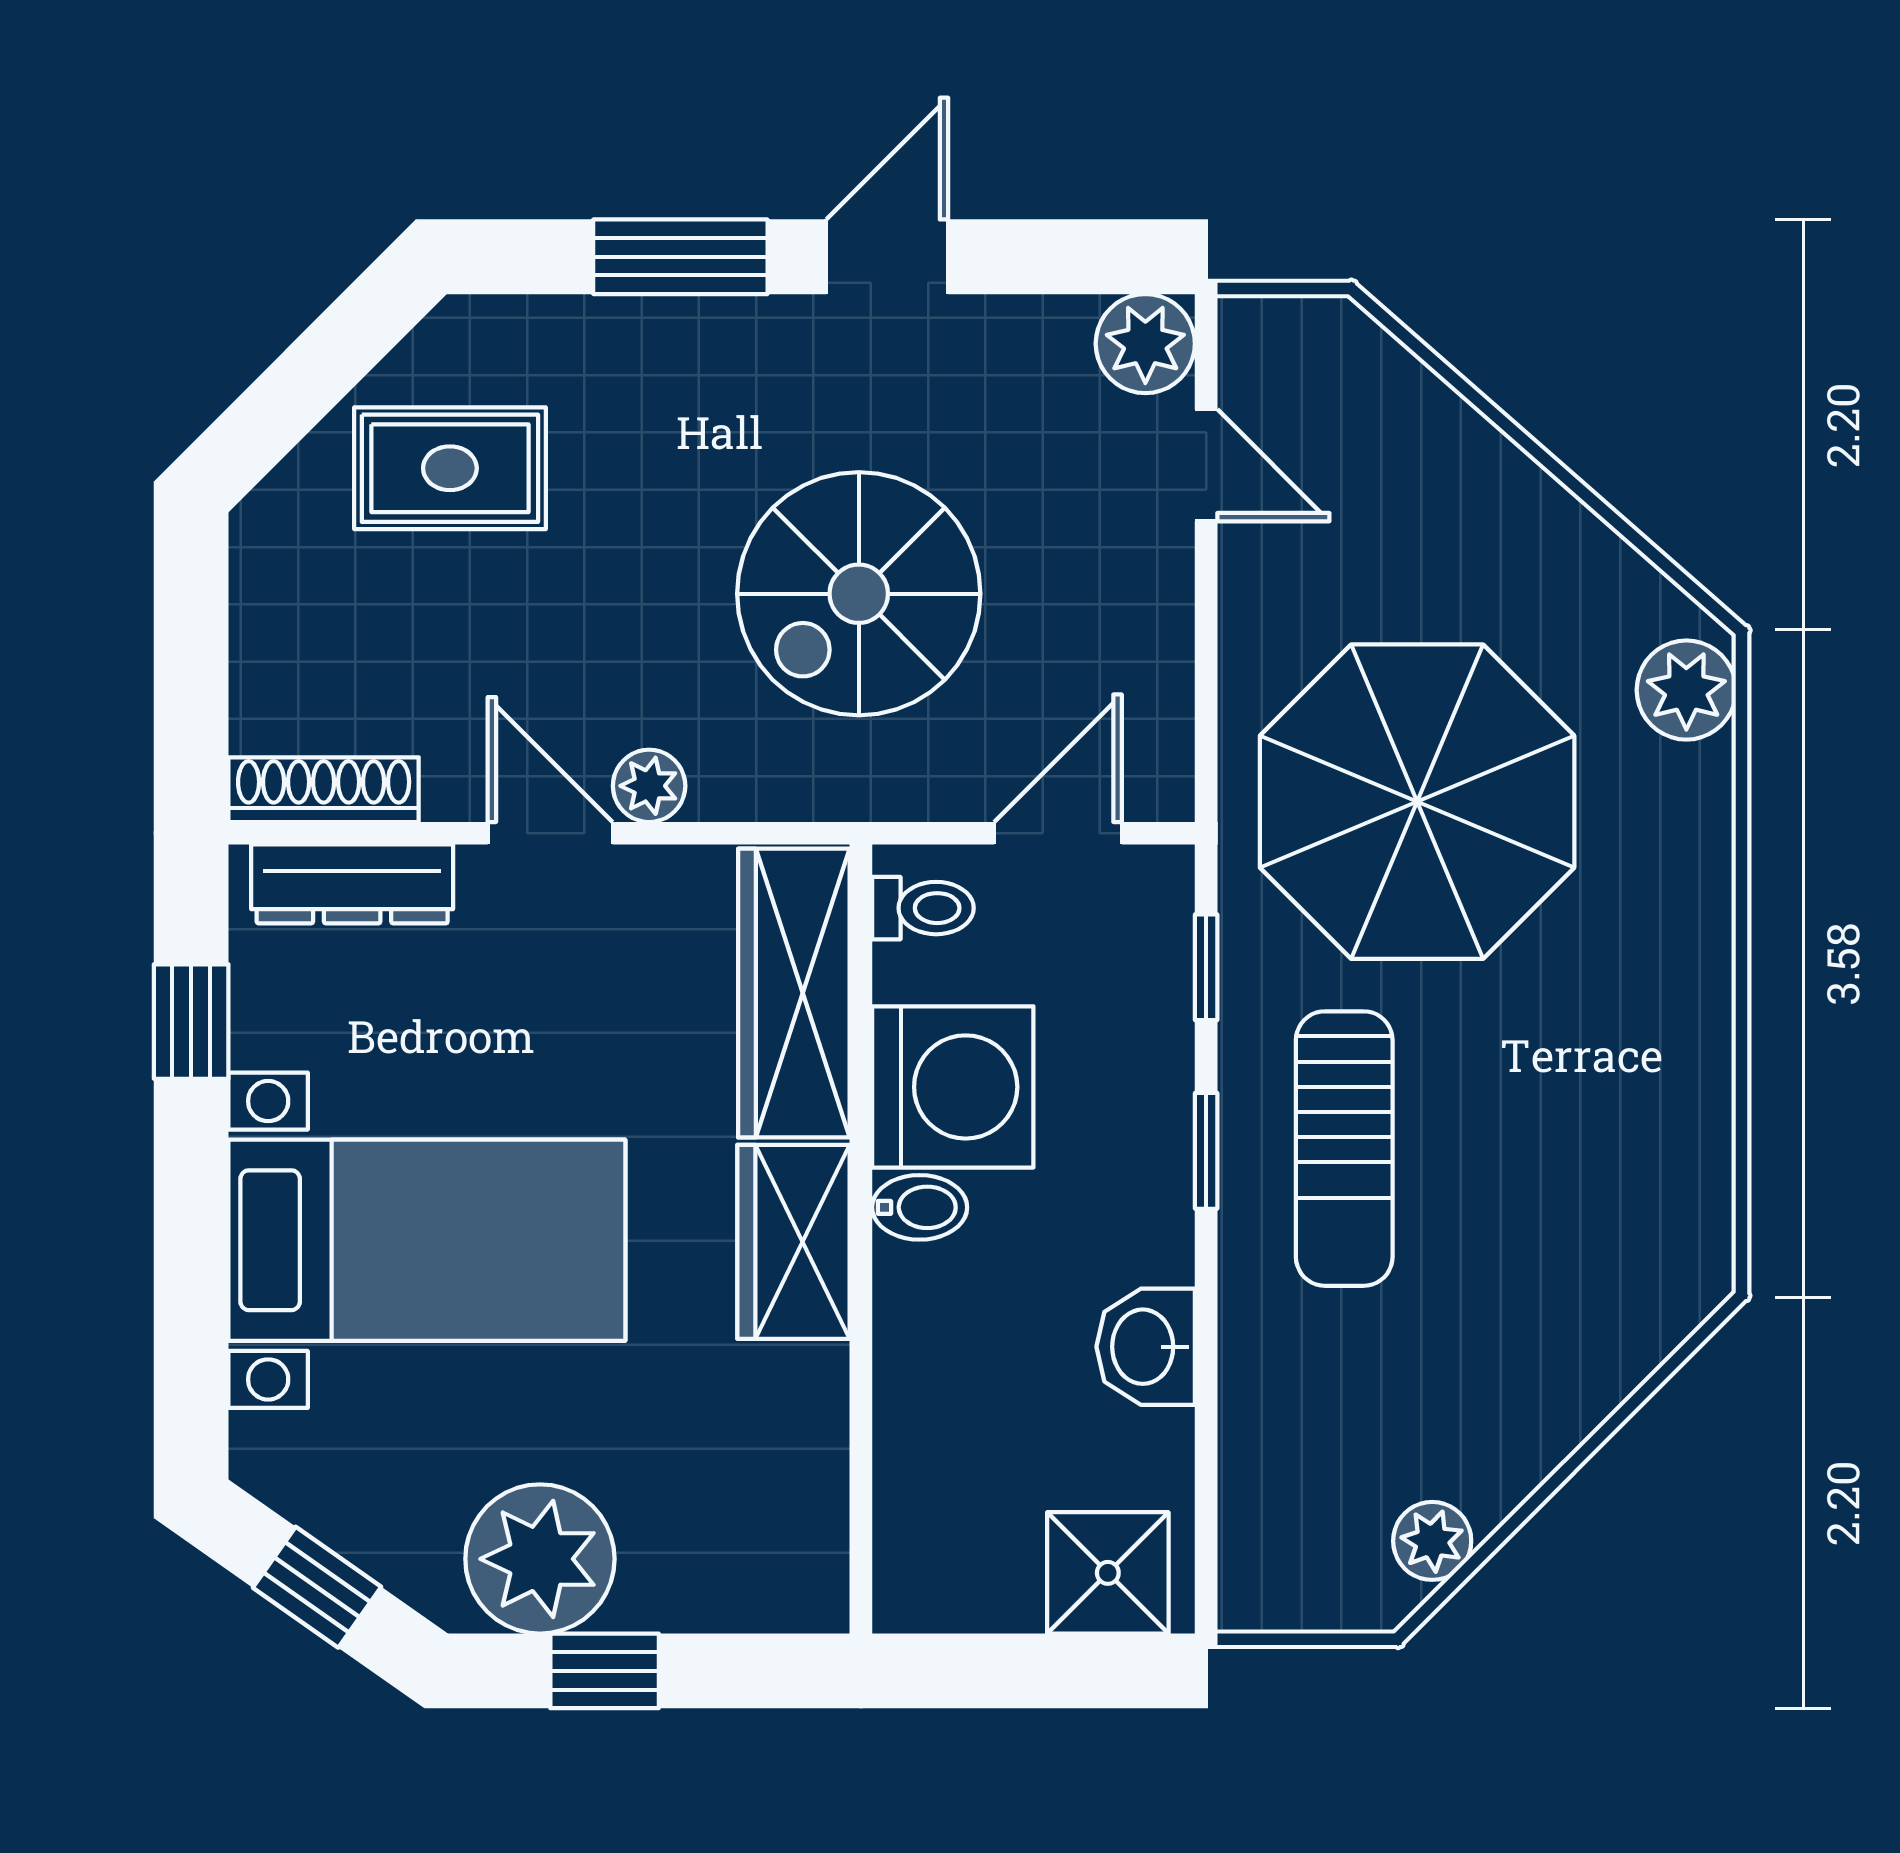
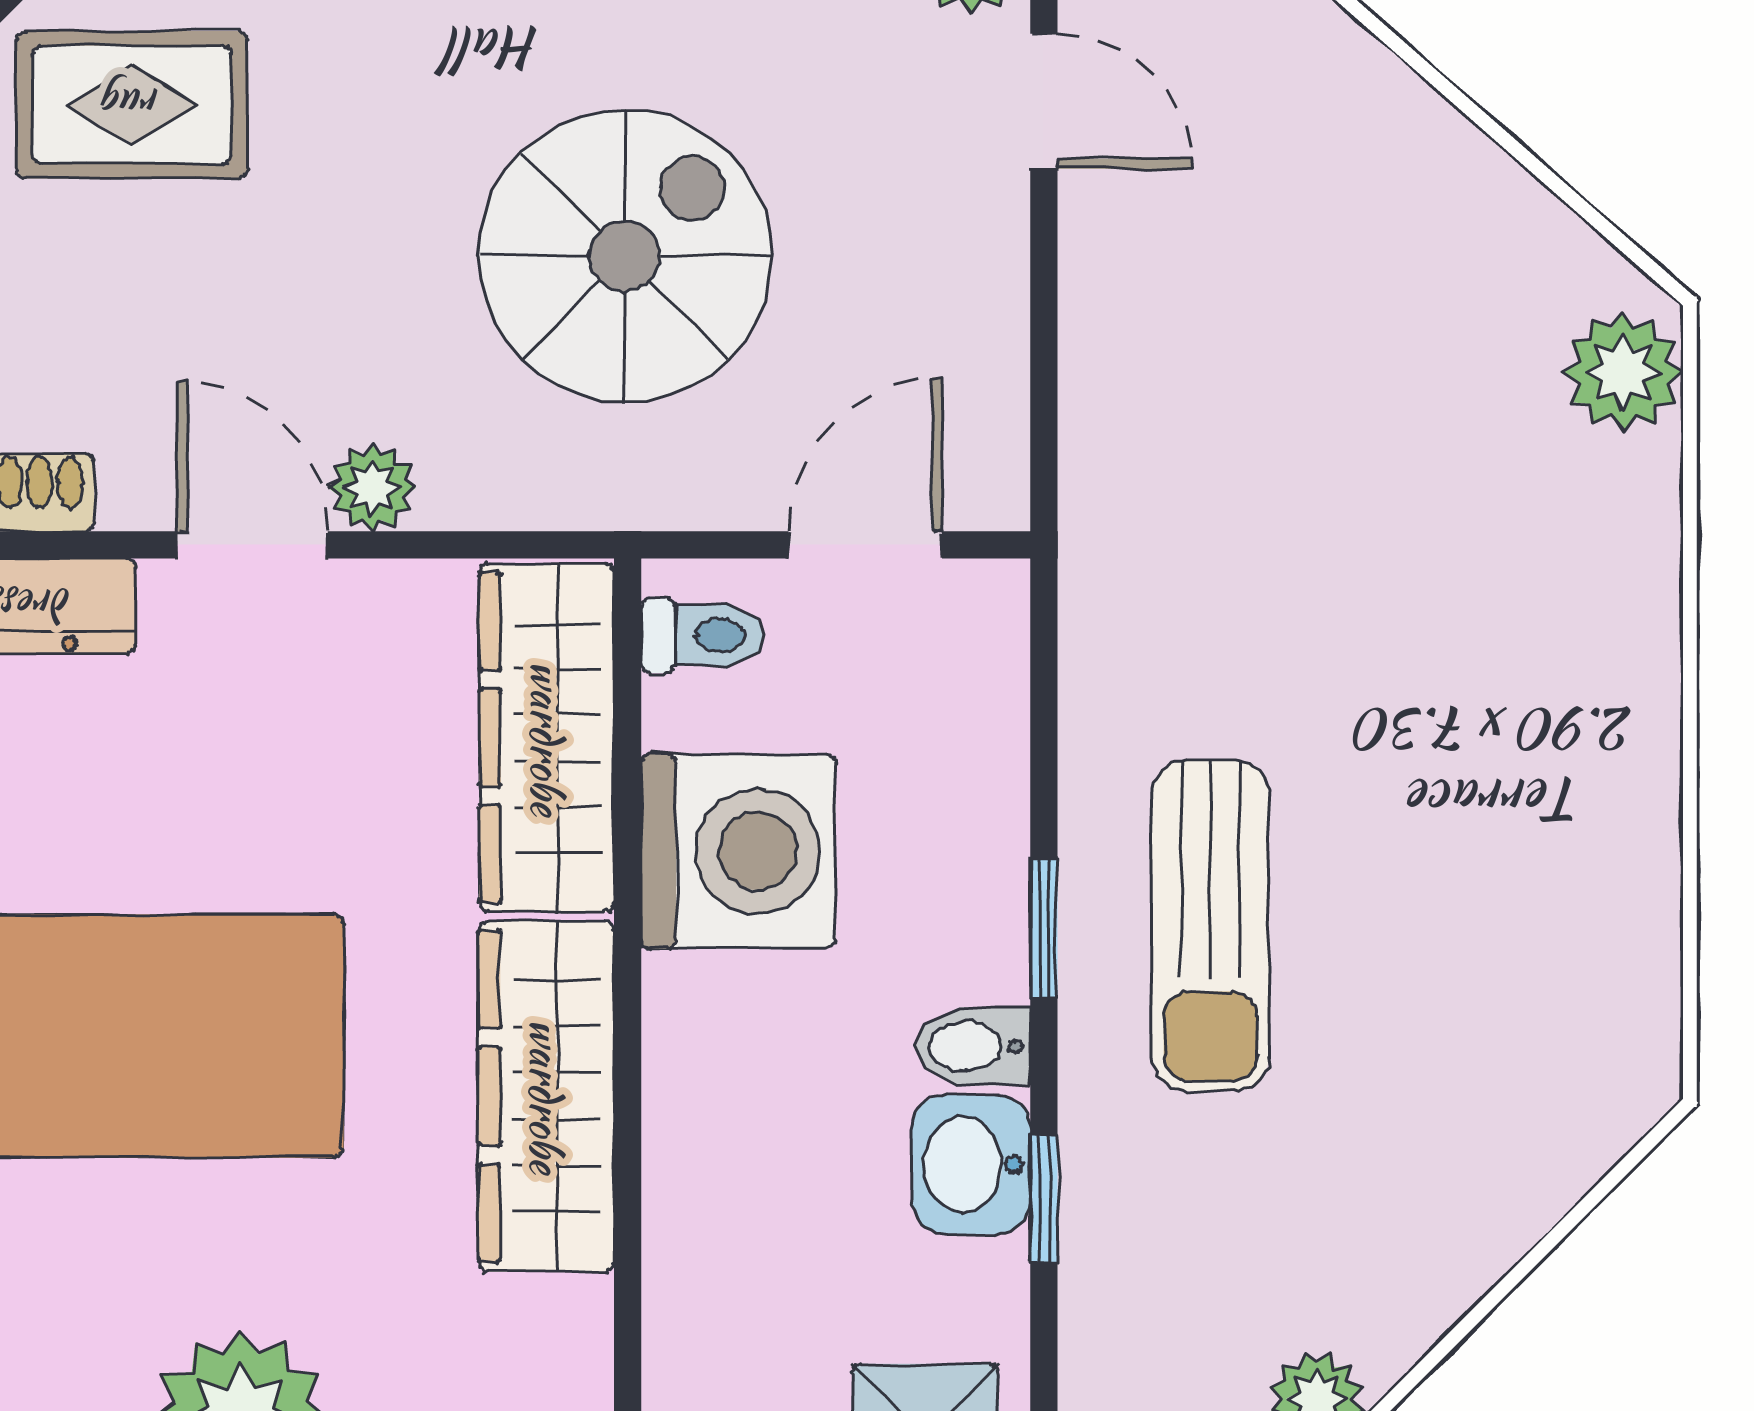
spiral stairs: (859, 594) -> (625, 256), turned 180
parasol: (1417, 802) -> (1298, 507), removed
window: (1206, 967) -> (1044, 1198), moved
bidet: (920, 1207) -> (973, 1046), moved, turned 180
wardrobe: (793, 1242) -> (546, 1096), width x1.50

